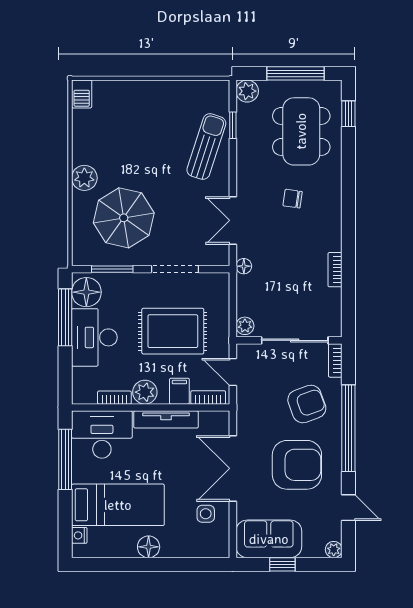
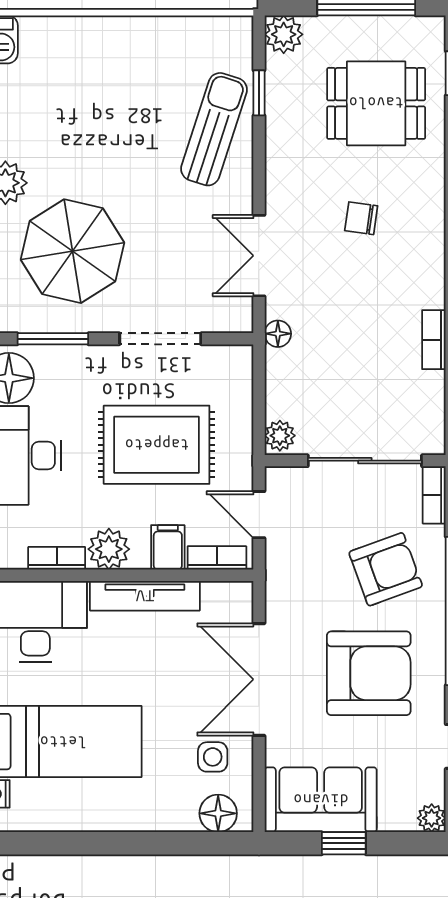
dining table: (301, 131) -> (376, 103), width x0.73
floor lamp: (149, 547) -> (218, 813), moved

